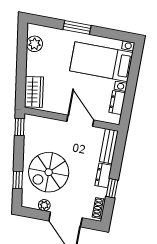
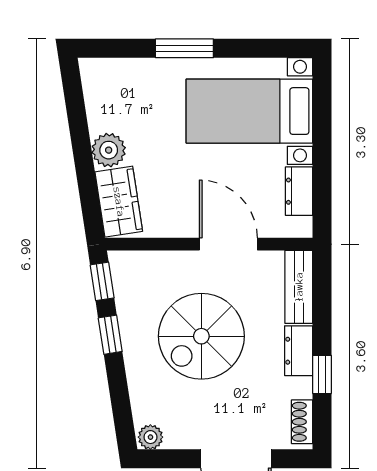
plant: (34, 44) -> (109, 150), moved
spiral stairs: (49, 172) -> (201, 336), moved
window: (18, 180) -> (110, 335), moved
plant: (44, 205) -> (150, 437), moved

